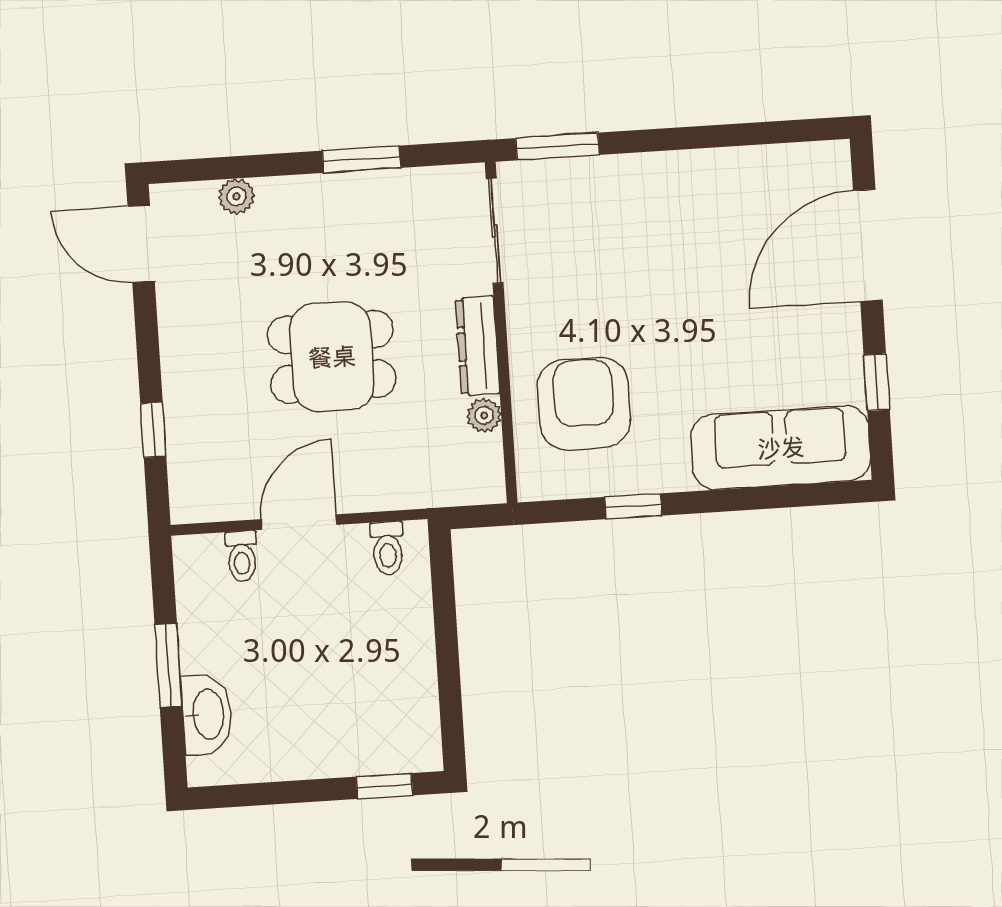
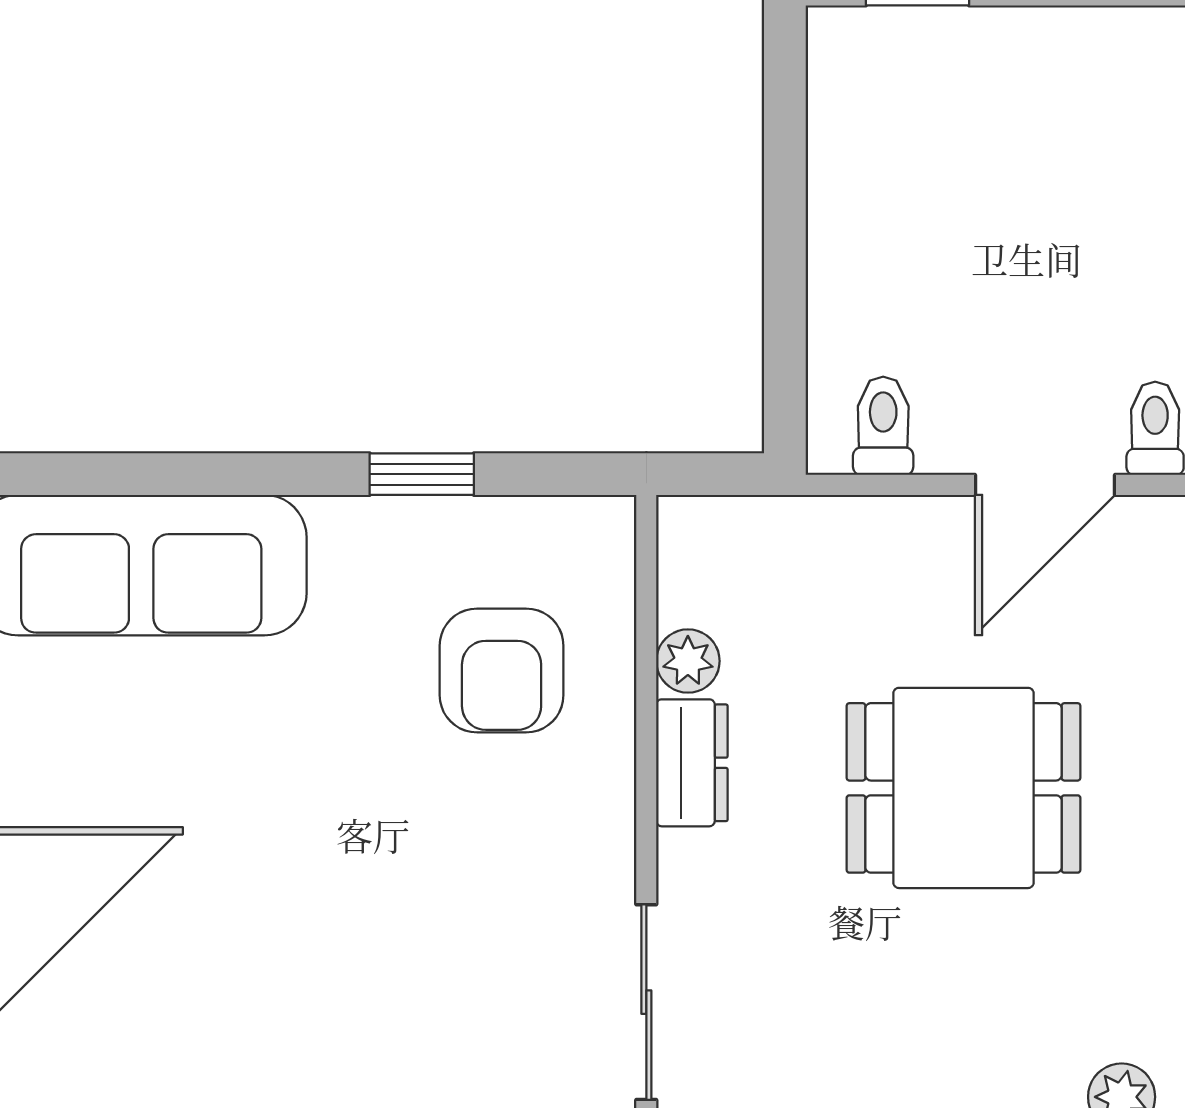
dresser: (477, 346) -> (692, 763), width x0.70
armchair: (584, 404) -> (502, 670), width x0.73, depth x0.73

